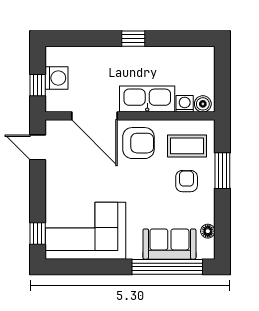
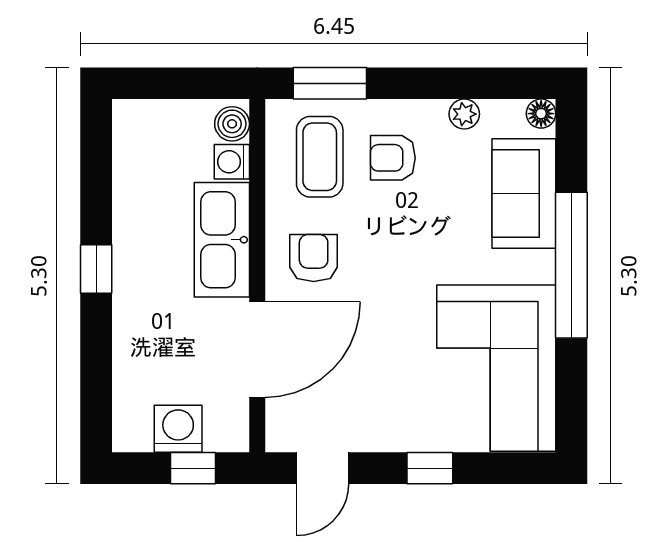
armchair: (138, 143) -> (314, 258), width x0.72, depth x0.72
window: (222, 171) -> (330, 83), moved
plant: (208, 215) -> (464, 114), added
floor lamp: (208, 231) -> (541, 114), moved
window: (38, 234) -> (430, 468), moved
window: (167, 267) -> (571, 265), moved

